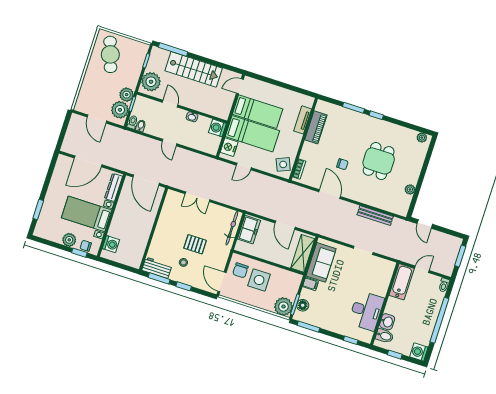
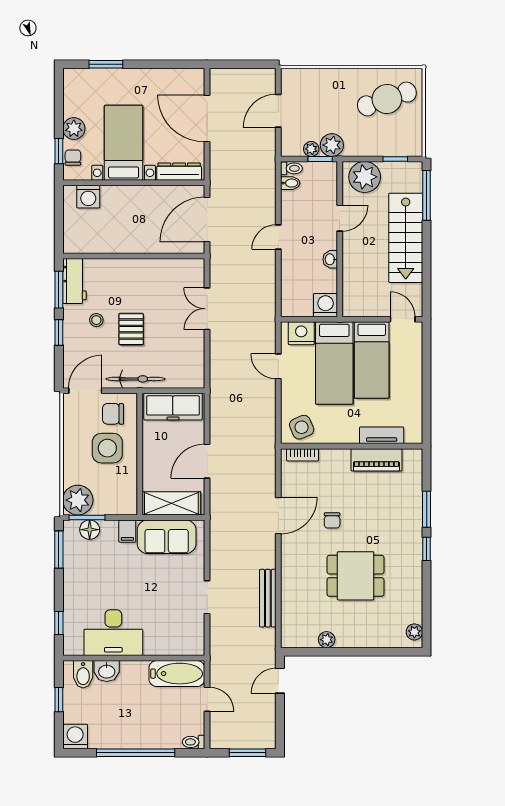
plant: (120, 110) -> (311, 149), width x0.53, depth x0.53
bicycle: (232, 228) -> (136, 379), moved
freezer: (249, 230) -> (173, 407), width x1.40

